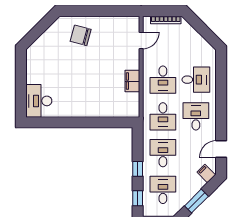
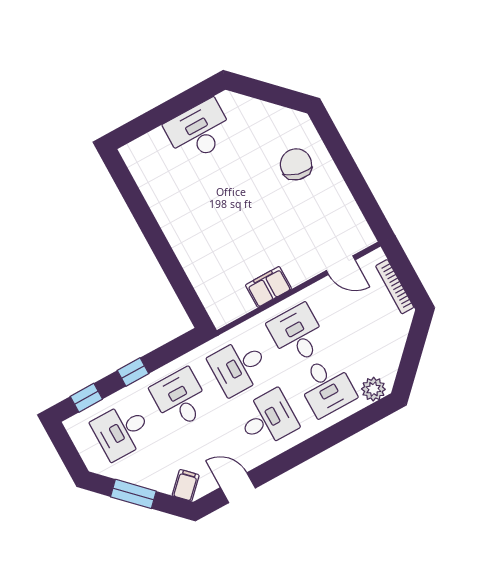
plant: (210, 57) -> (373, 389), added
desk: (163, 80) -> (297, 334), turned 90
desk: (39, 101) -> (199, 131), moved
desk: (163, 153) -> (180, 399), turned -90
desk: (163, 190) -> (122, 431), turned 180

